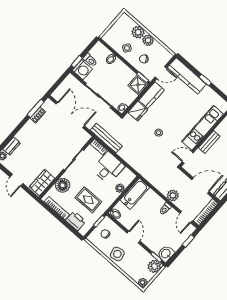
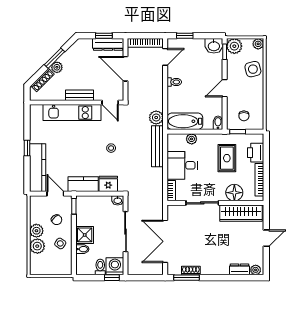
shower: (138, 85) -> (85, 235), moved
bench: (106, 138) -> (157, 146), moved
wardrobe: (42, 183) -> (241, 213), width x1.50
plant: (173, 195) -> (156, 118), moved
side table: (117, 254) -> (253, 69), moved

